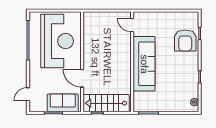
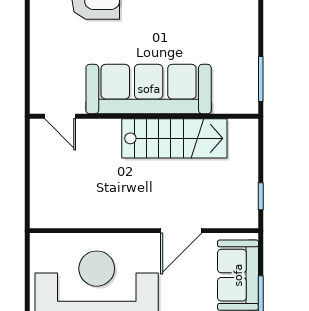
door: (132, 25) -> (60, 116), hinge flipped
stairs: (106, 103) -> (174, 138), moved, turned -90

